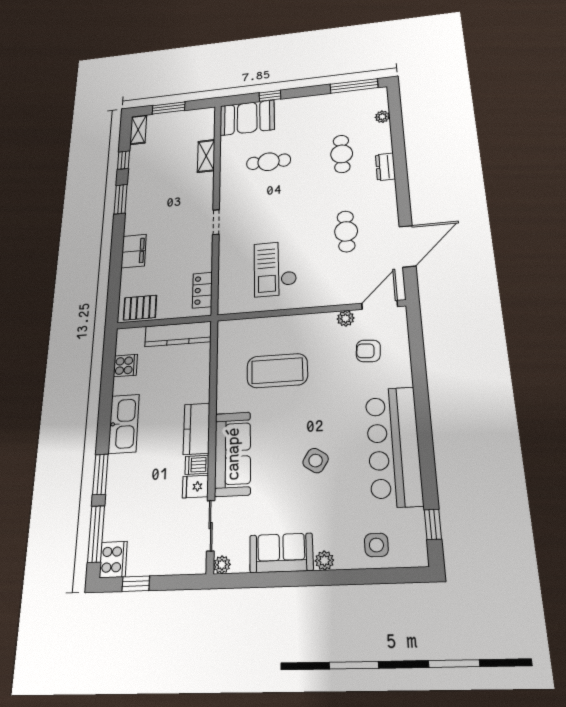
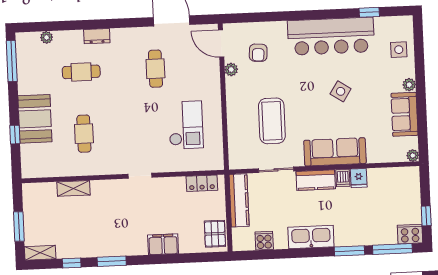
booth: (247, 118) -> (35, 119), moved
cafe table: (346, 231) -> (155, 69), turned 90
checkout: (275, 269) -> (186, 125), turned -90
window: (433, 524) -> (369, 12), moved
sliding door: (211, 526) -> (276, 170), moved

